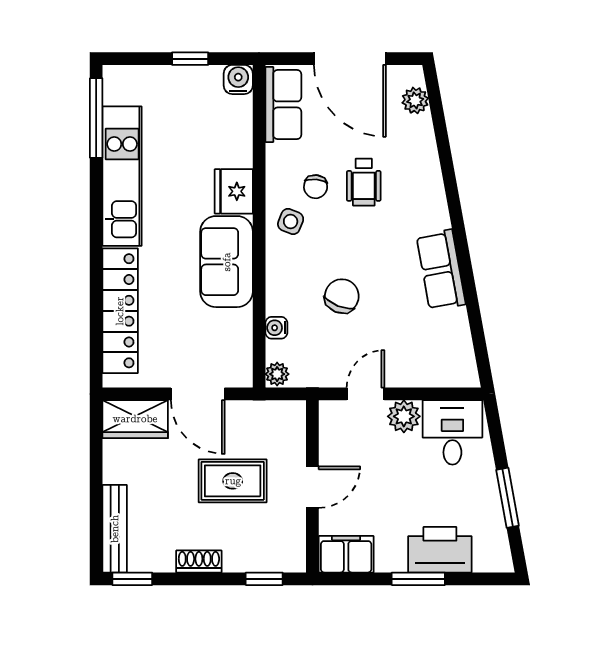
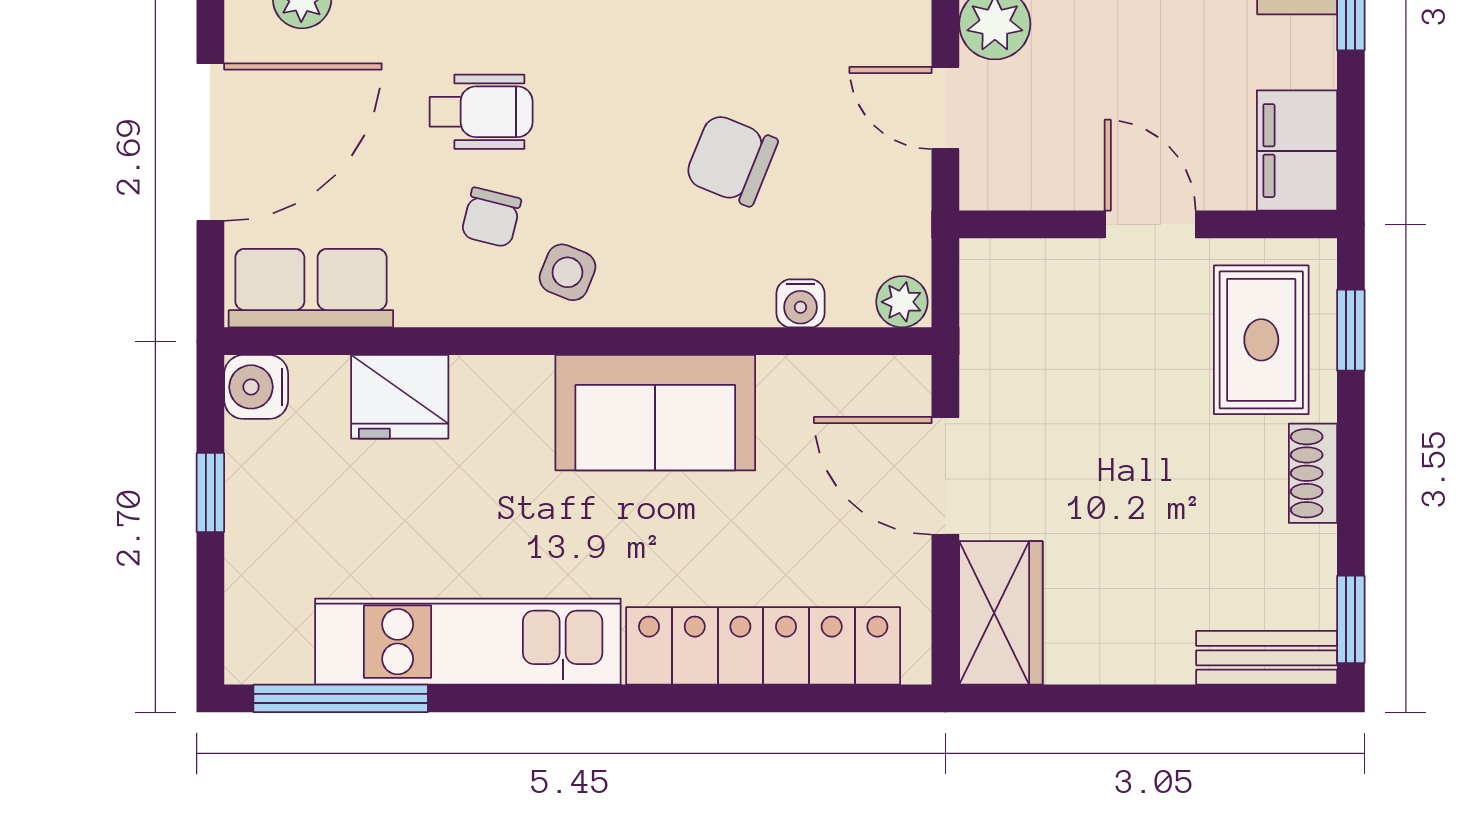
chair: (316, 187) -> (491, 217), turned 98
fridge: (234, 191) -> (400, 397), moved
door: (198, 394) -> (945, 476), swing flipped
rug: (233, 481) -> (1261, 340), moved
bench: (115, 529) -> (1267, 658), width x0.73

